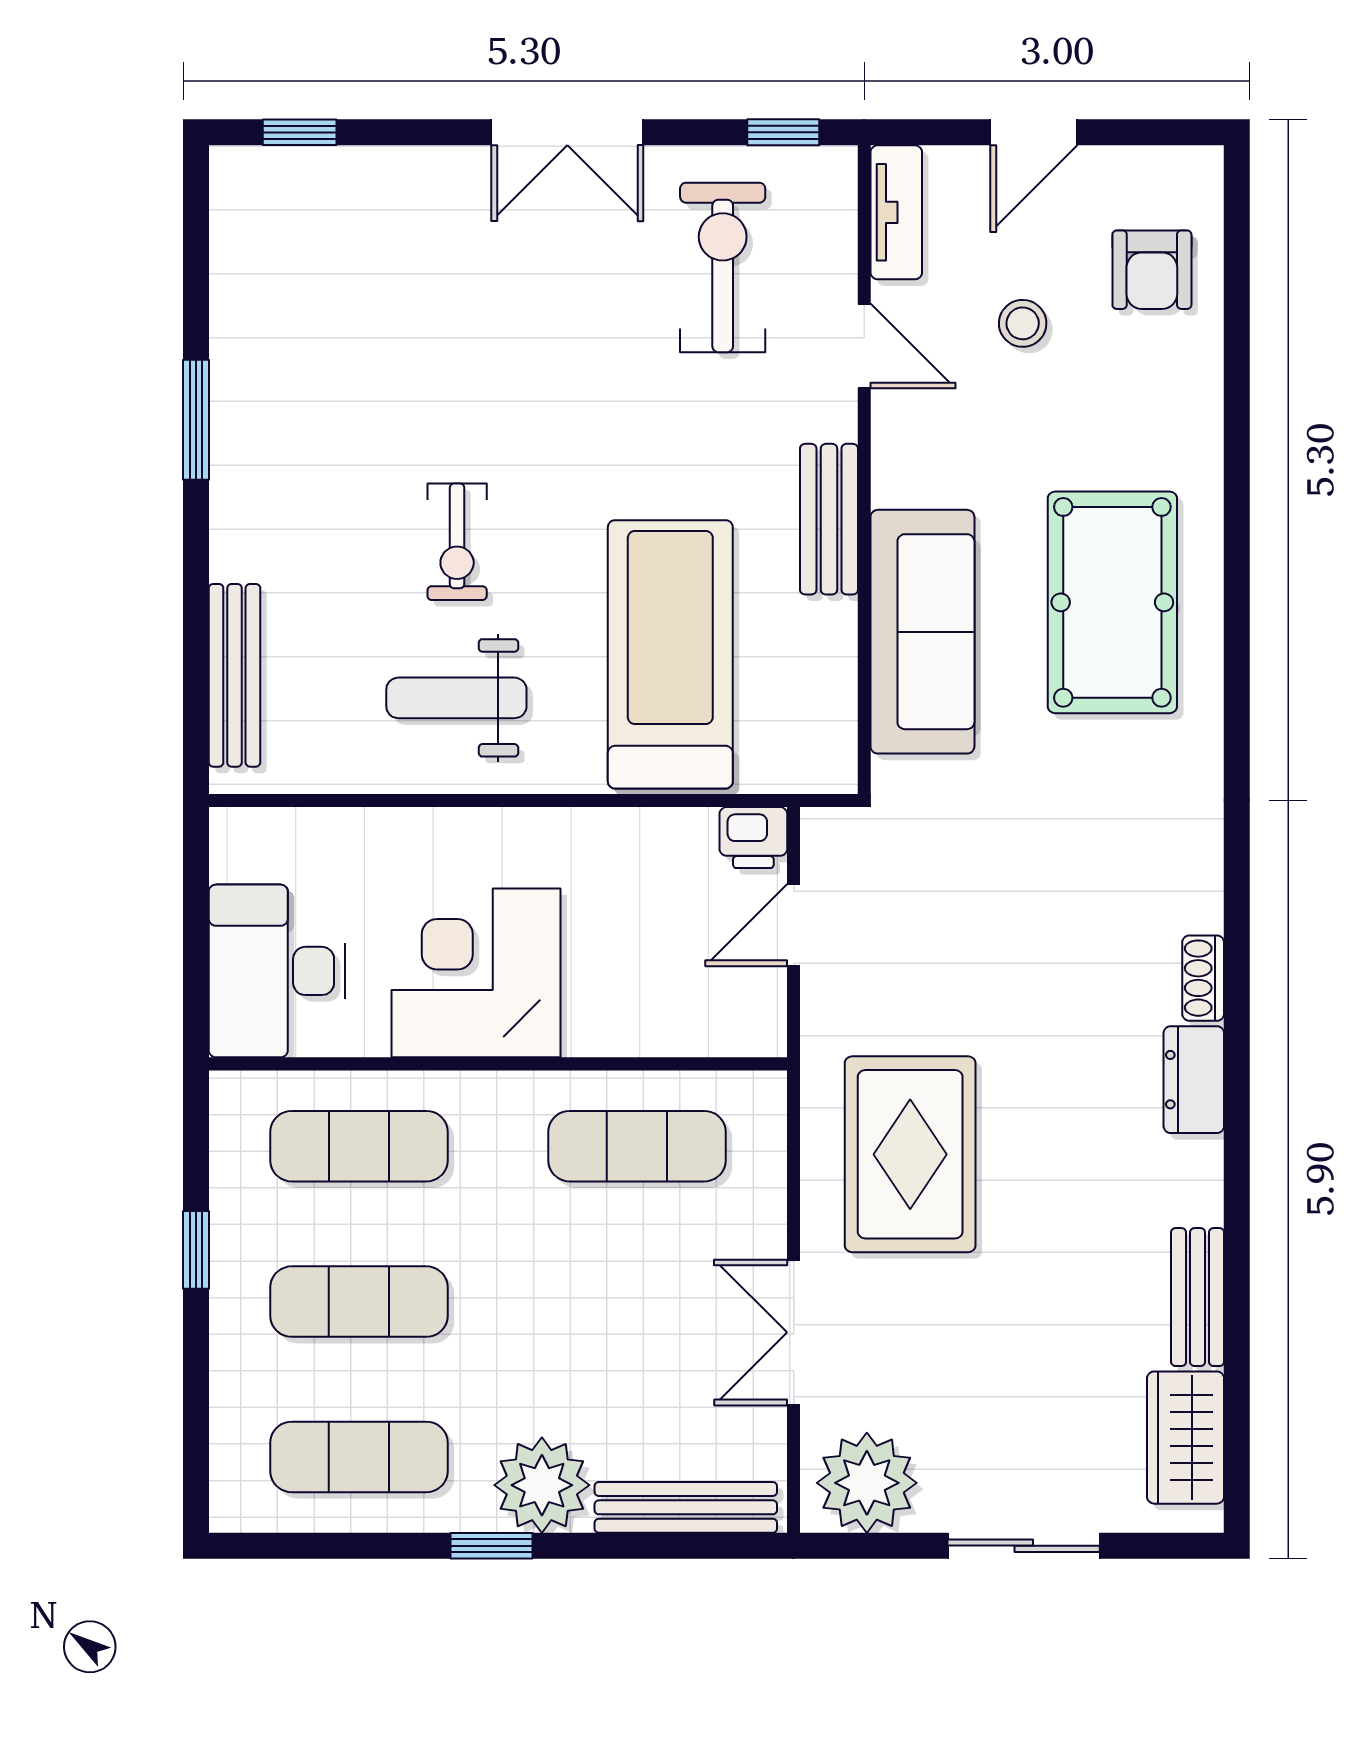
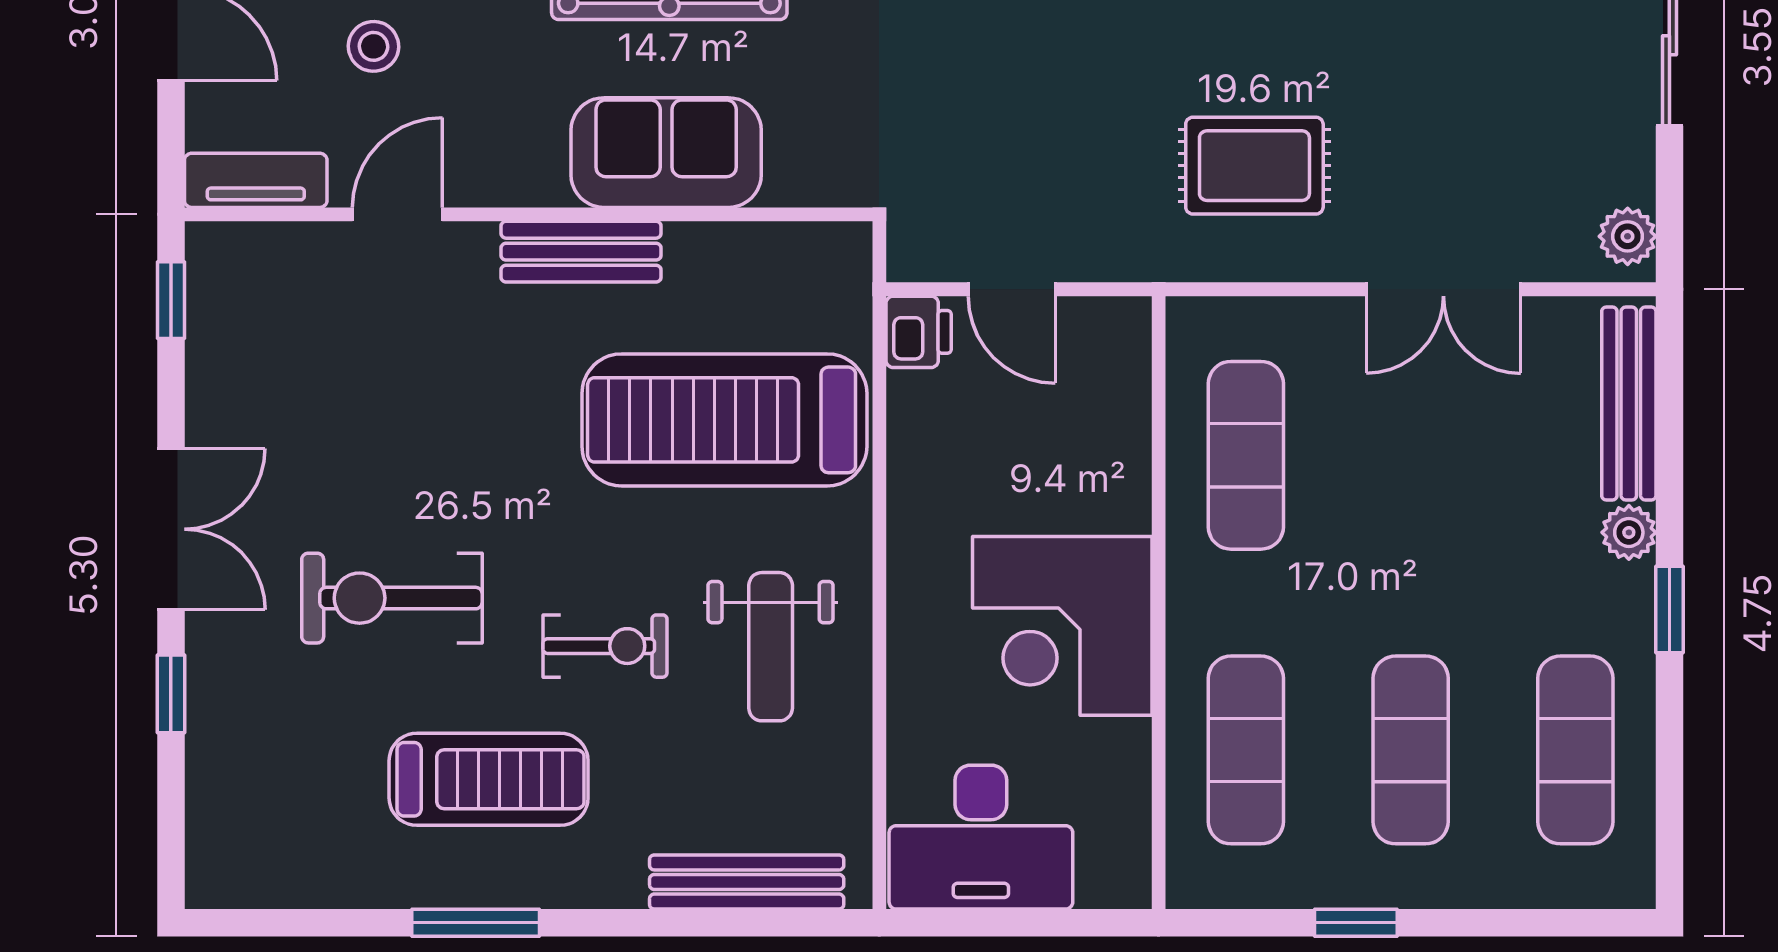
window: (300, 132) -> (171, 694), moved
exercise bike: (723, 267) -> (392, 598), moved
treadmill: (331, 432) -> (489, 779), added
sofa: (922, 632) -> (666, 153), width x0.73
desk: (277, 971) -> (981, 837), moved
rug: (910, 1154) -> (1254, 166), width x0.73, depth x0.70
plant: (867, 1483) -> (1628, 236), width x0.53, depth x0.53
plant: (542, 1485) -> (1629, 532), width x0.53, depth x0.53

